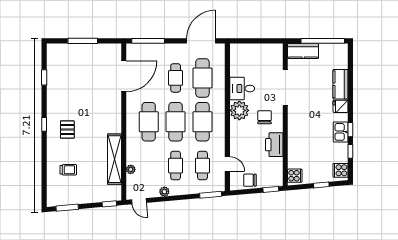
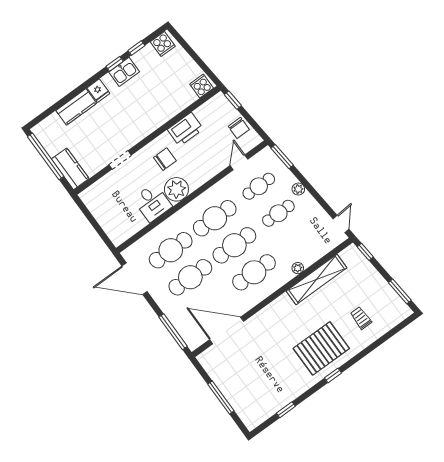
cafe table: (176, 78) -> (190, 277), width x1.37, depth x1.35
doorway: (285, 88) -> (120, 160), width x0.53
chair: (265, 117) -> (165, 159), turned 180
pallet: (67, 130) -> (321, 348), width x2.05, depth x2.00
plant: (131, 169) -> (298, 268), moved
window: (321, 185) -> (191, 53), removed
plant: (164, 192) -> (298, 189), moved

